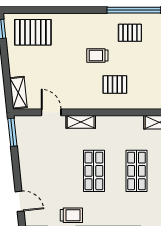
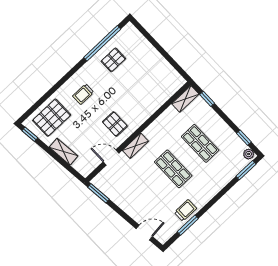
trolley: (97, 55) -> (83, 94), moved
pallet: (115, 84) -> (115, 124), moved, turned 90
shelving: (18, 93) -> (64, 152), moved

